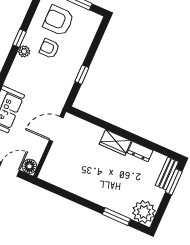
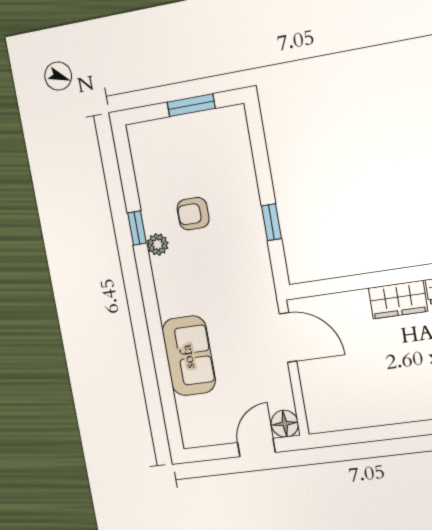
armchair: (58, 20) -> (178, 159), removed
door: (56, 129) -> (288, 337), swing flipped

